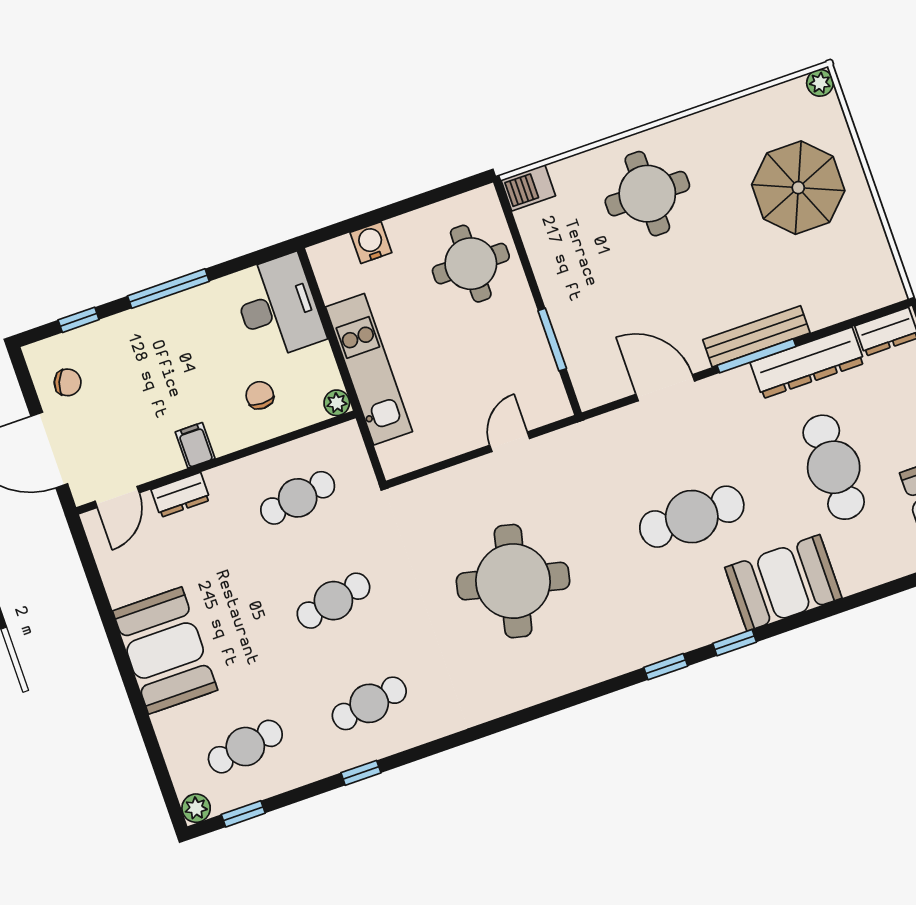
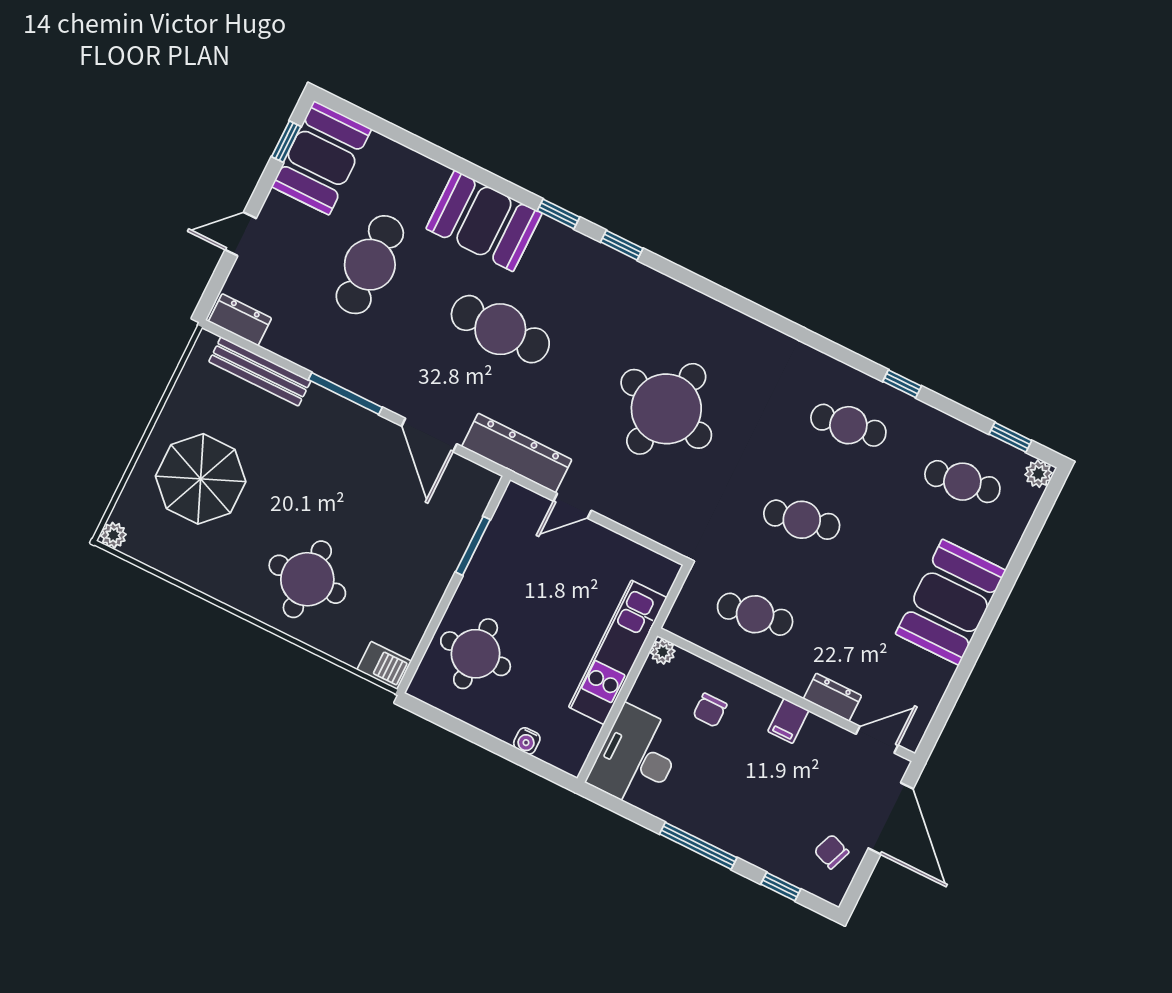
water cooler: (371, 243) -> (527, 741), width x0.72, depth x0.72
bench: (756, 336) -> (260, 371), moved
dresser: (807, 363) -> (517, 453), moved

